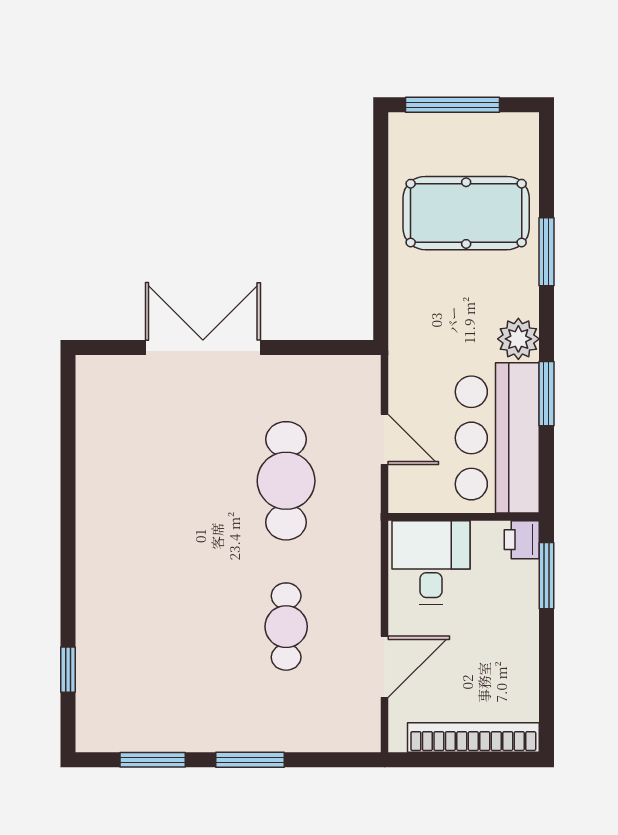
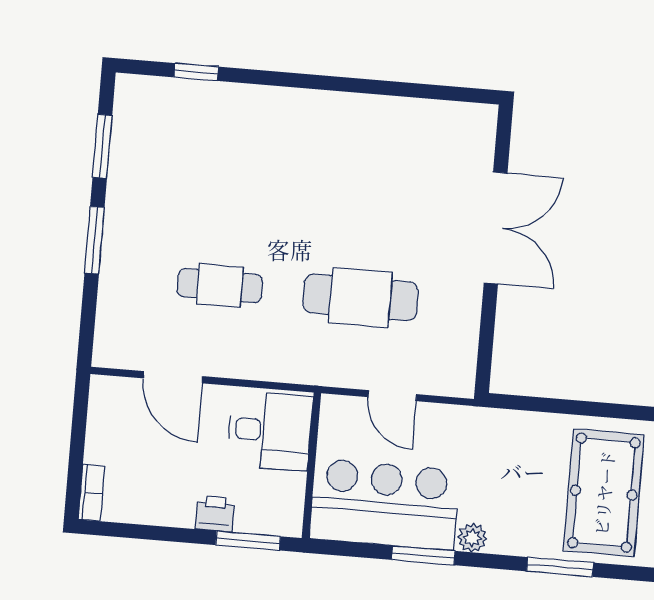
plant: (518, 339) -> (472, 538), width x0.73, depth x0.73
door: (384, 440) -> (392, 396), hinge flipped
printer: (522, 540) -> (215, 514), moved
bookcase: (473, 738) -> (91, 493), width x0.43, depth x0.76

